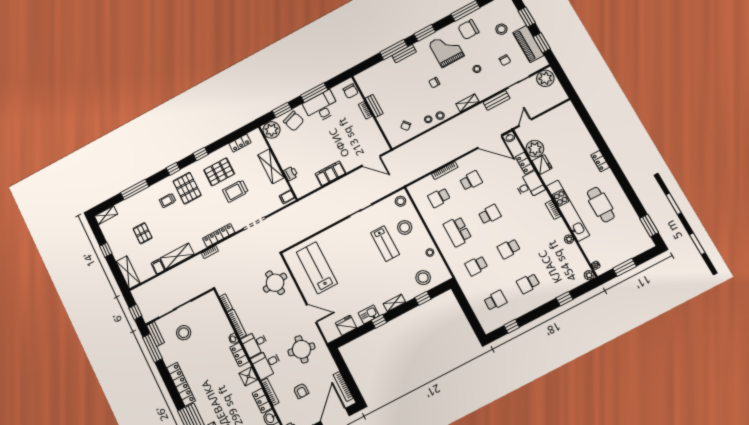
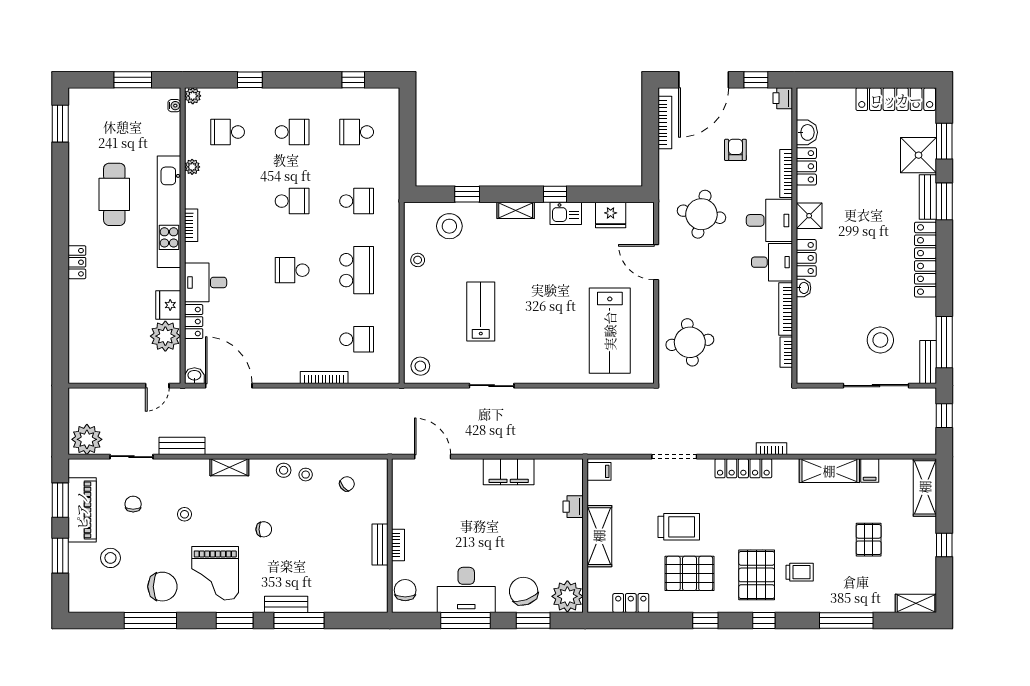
school desk: (471, 181) -> (228, 132), moved
stool: (405, 227) -> (436, 321), removed

